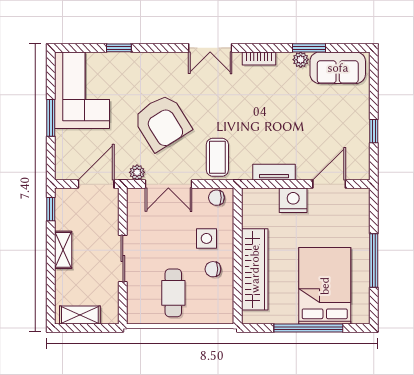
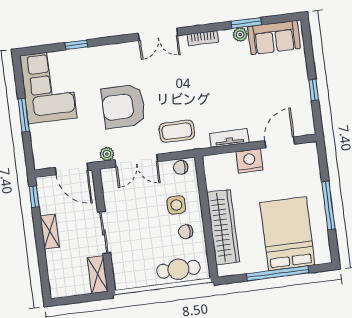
armchair: (162, 122) -> (124, 106), turned 122
coffee table: (217, 157) -> (177, 131), turned 90
door: (96, 184) -> (72, 169), swing flipped
cafe table: (173, 293) -> (178, 269), moved, turned 90
shelving: (80, 315) -> (98, 275), moved, turned 90

